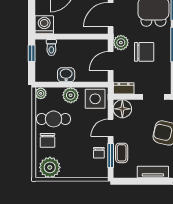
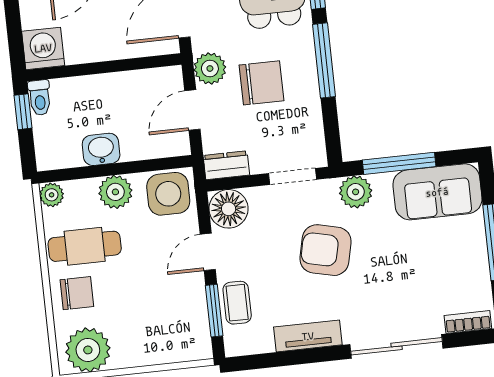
toilet: (51, 48) -> (40, 98), moved
chair: (48, 140) -> (77, 293), turned -90
chair: (99, 153) -> (189, 308), removed

